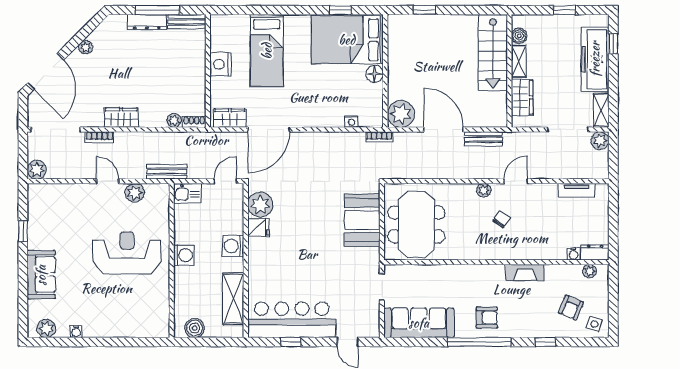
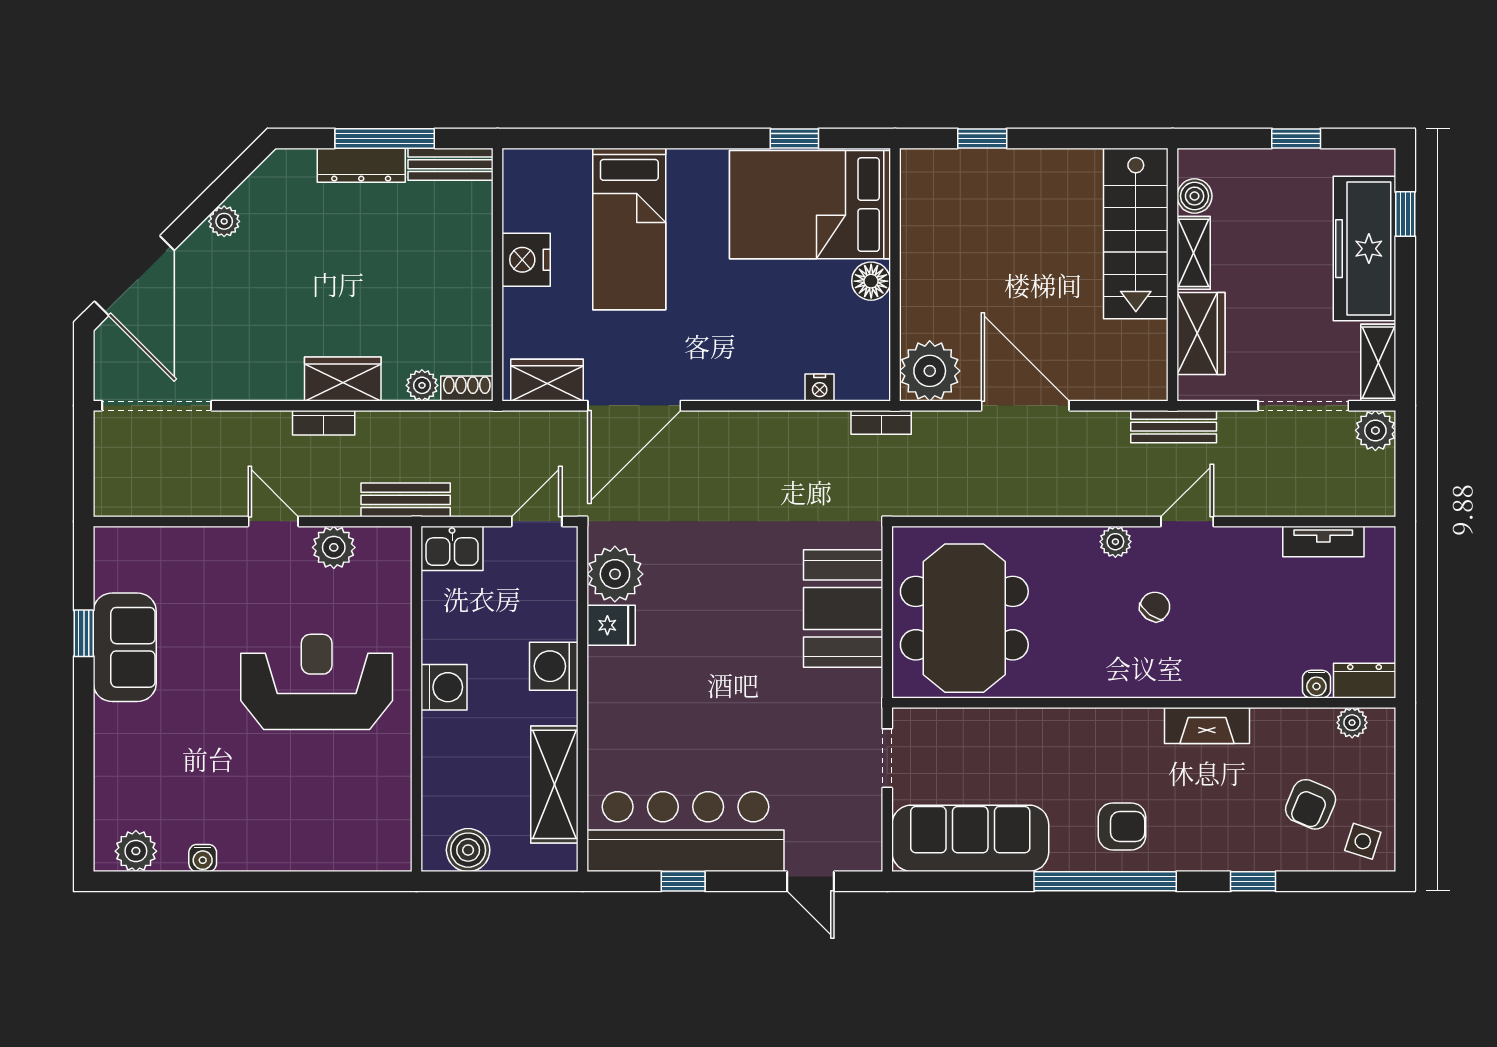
wardrobe: (121, 118) -> (343, 379), moved
bookcase: (100, 137) -> (324, 423), moved
bench: (483, 139) -> (1174, 427), moved
plant: (37, 170) -> (115, 496), removed
sofa: (41, 275) -> (125, 647), moved

